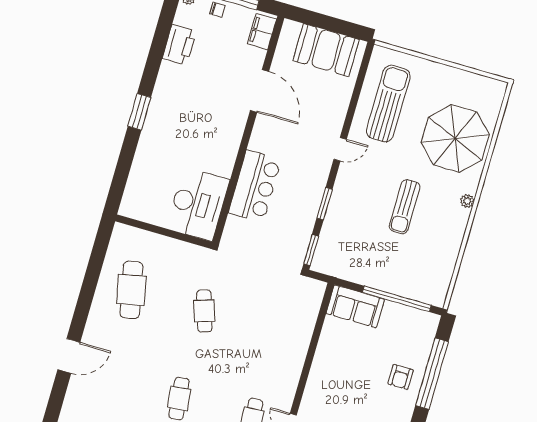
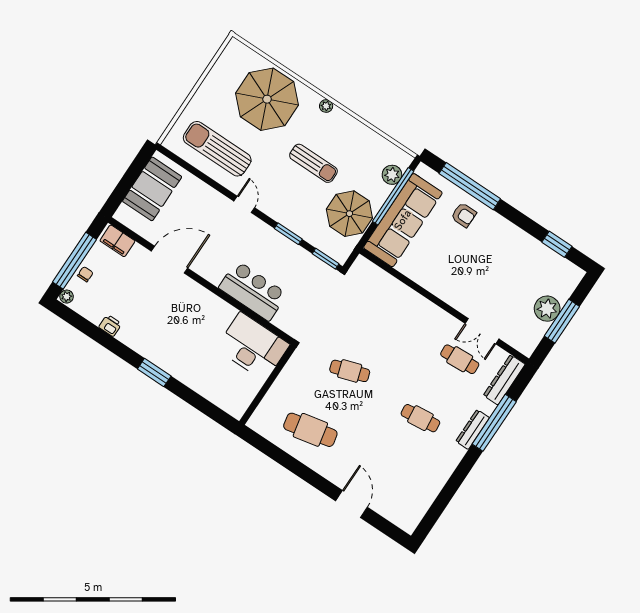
printer: (179, 45) -> (110, 325), width x0.53, depth x0.68
parasol: (365, 260) -> (349, 214), added
plant: (418, 291) -> (392, 175), added
sofa: (355, 306) -> (403, 220), width x1.85, depth x1.27

